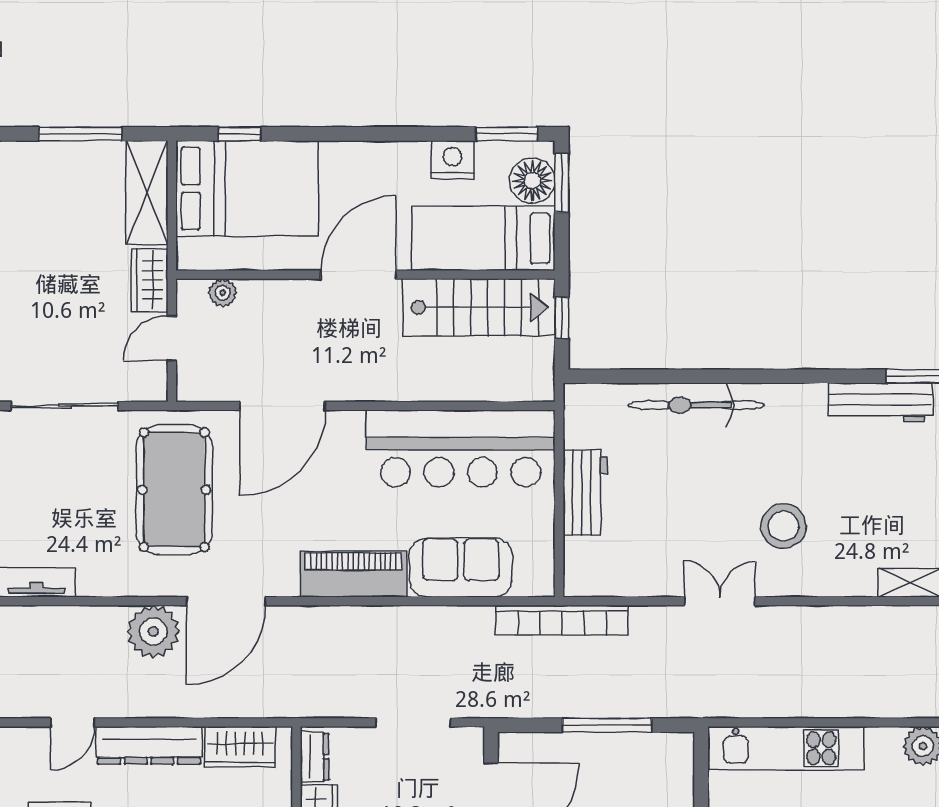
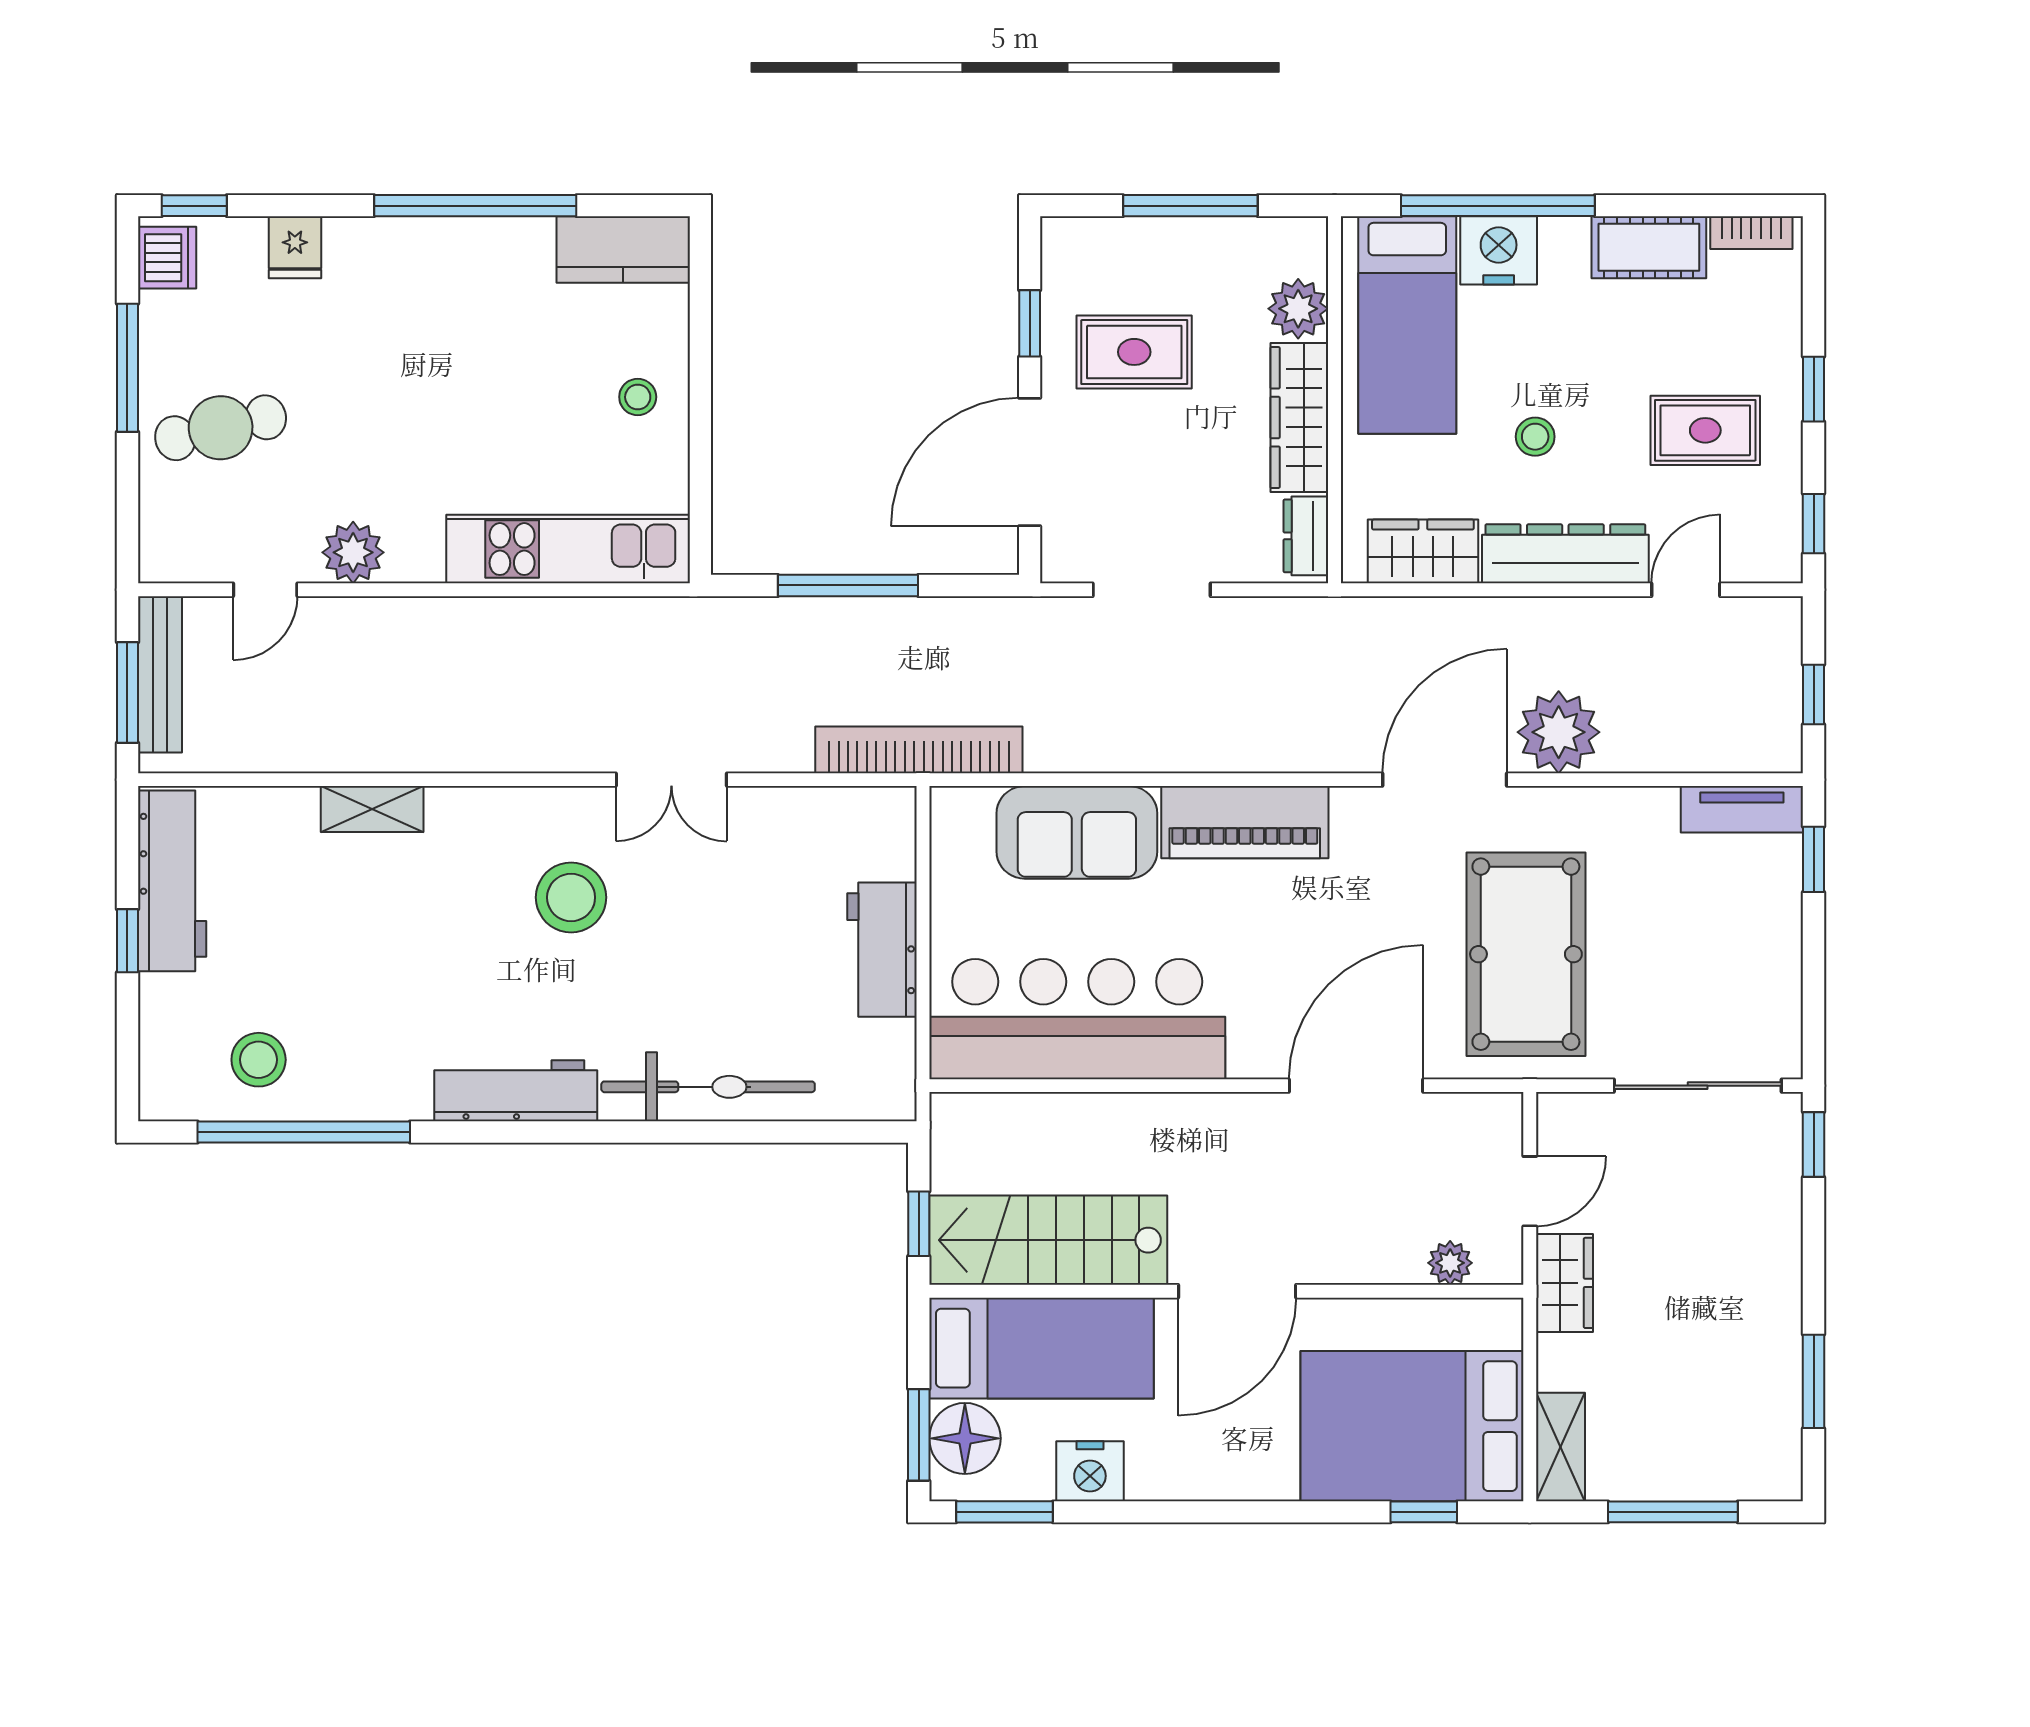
shelving: (147, 193) -> (1560, 1447), width x0.67, depth x0.75
workbench: (881, 403) -> (516, 1091), moved

